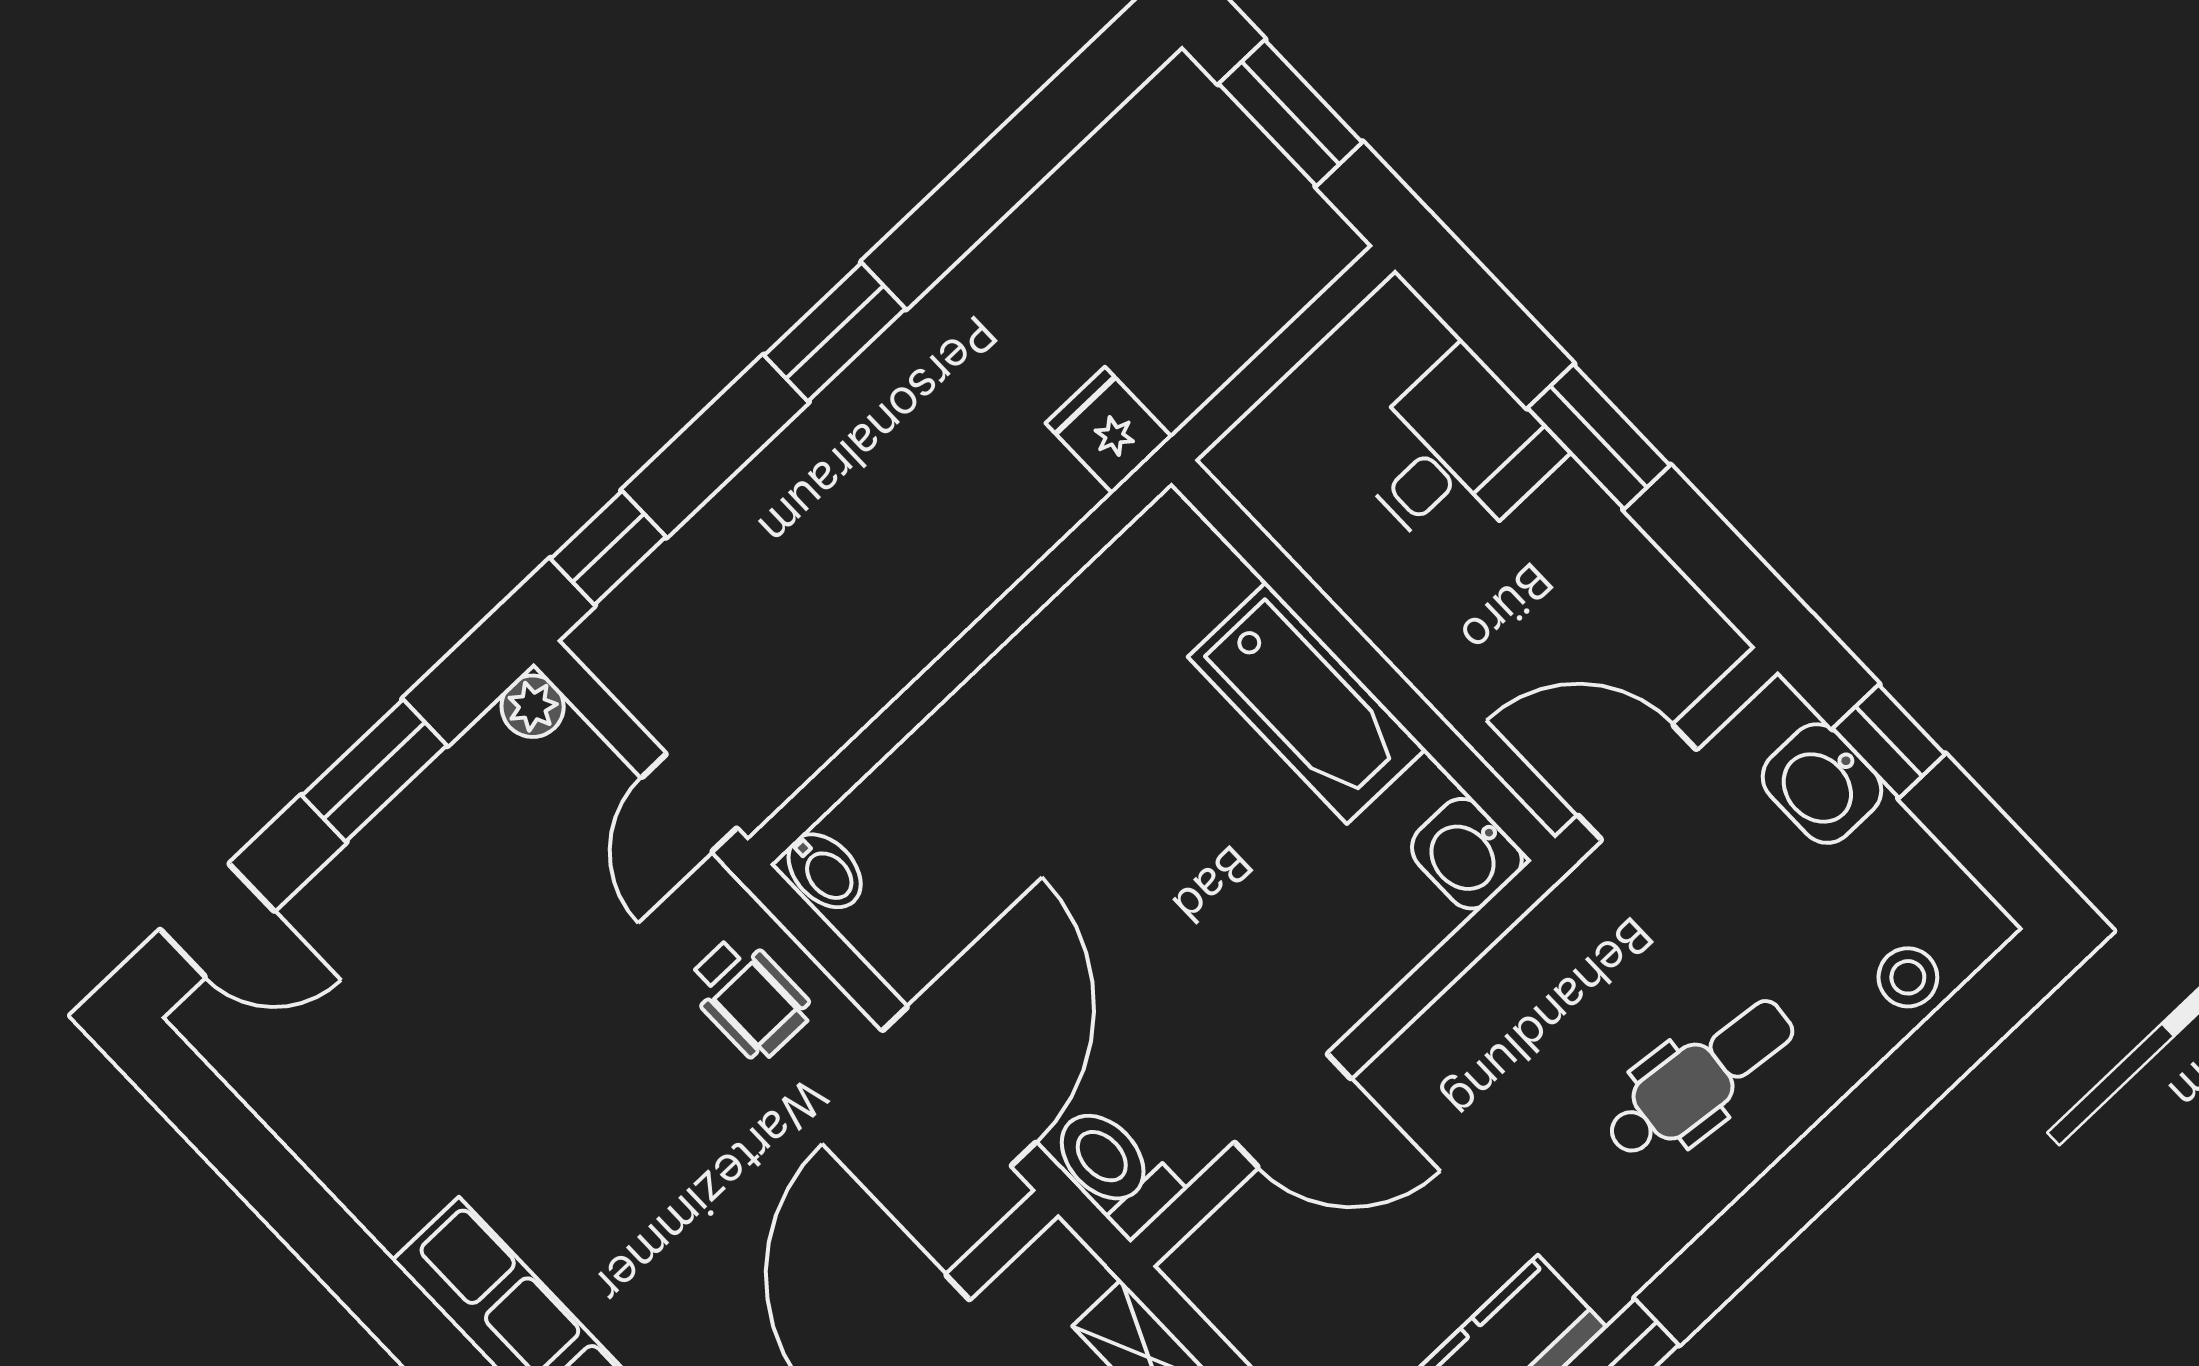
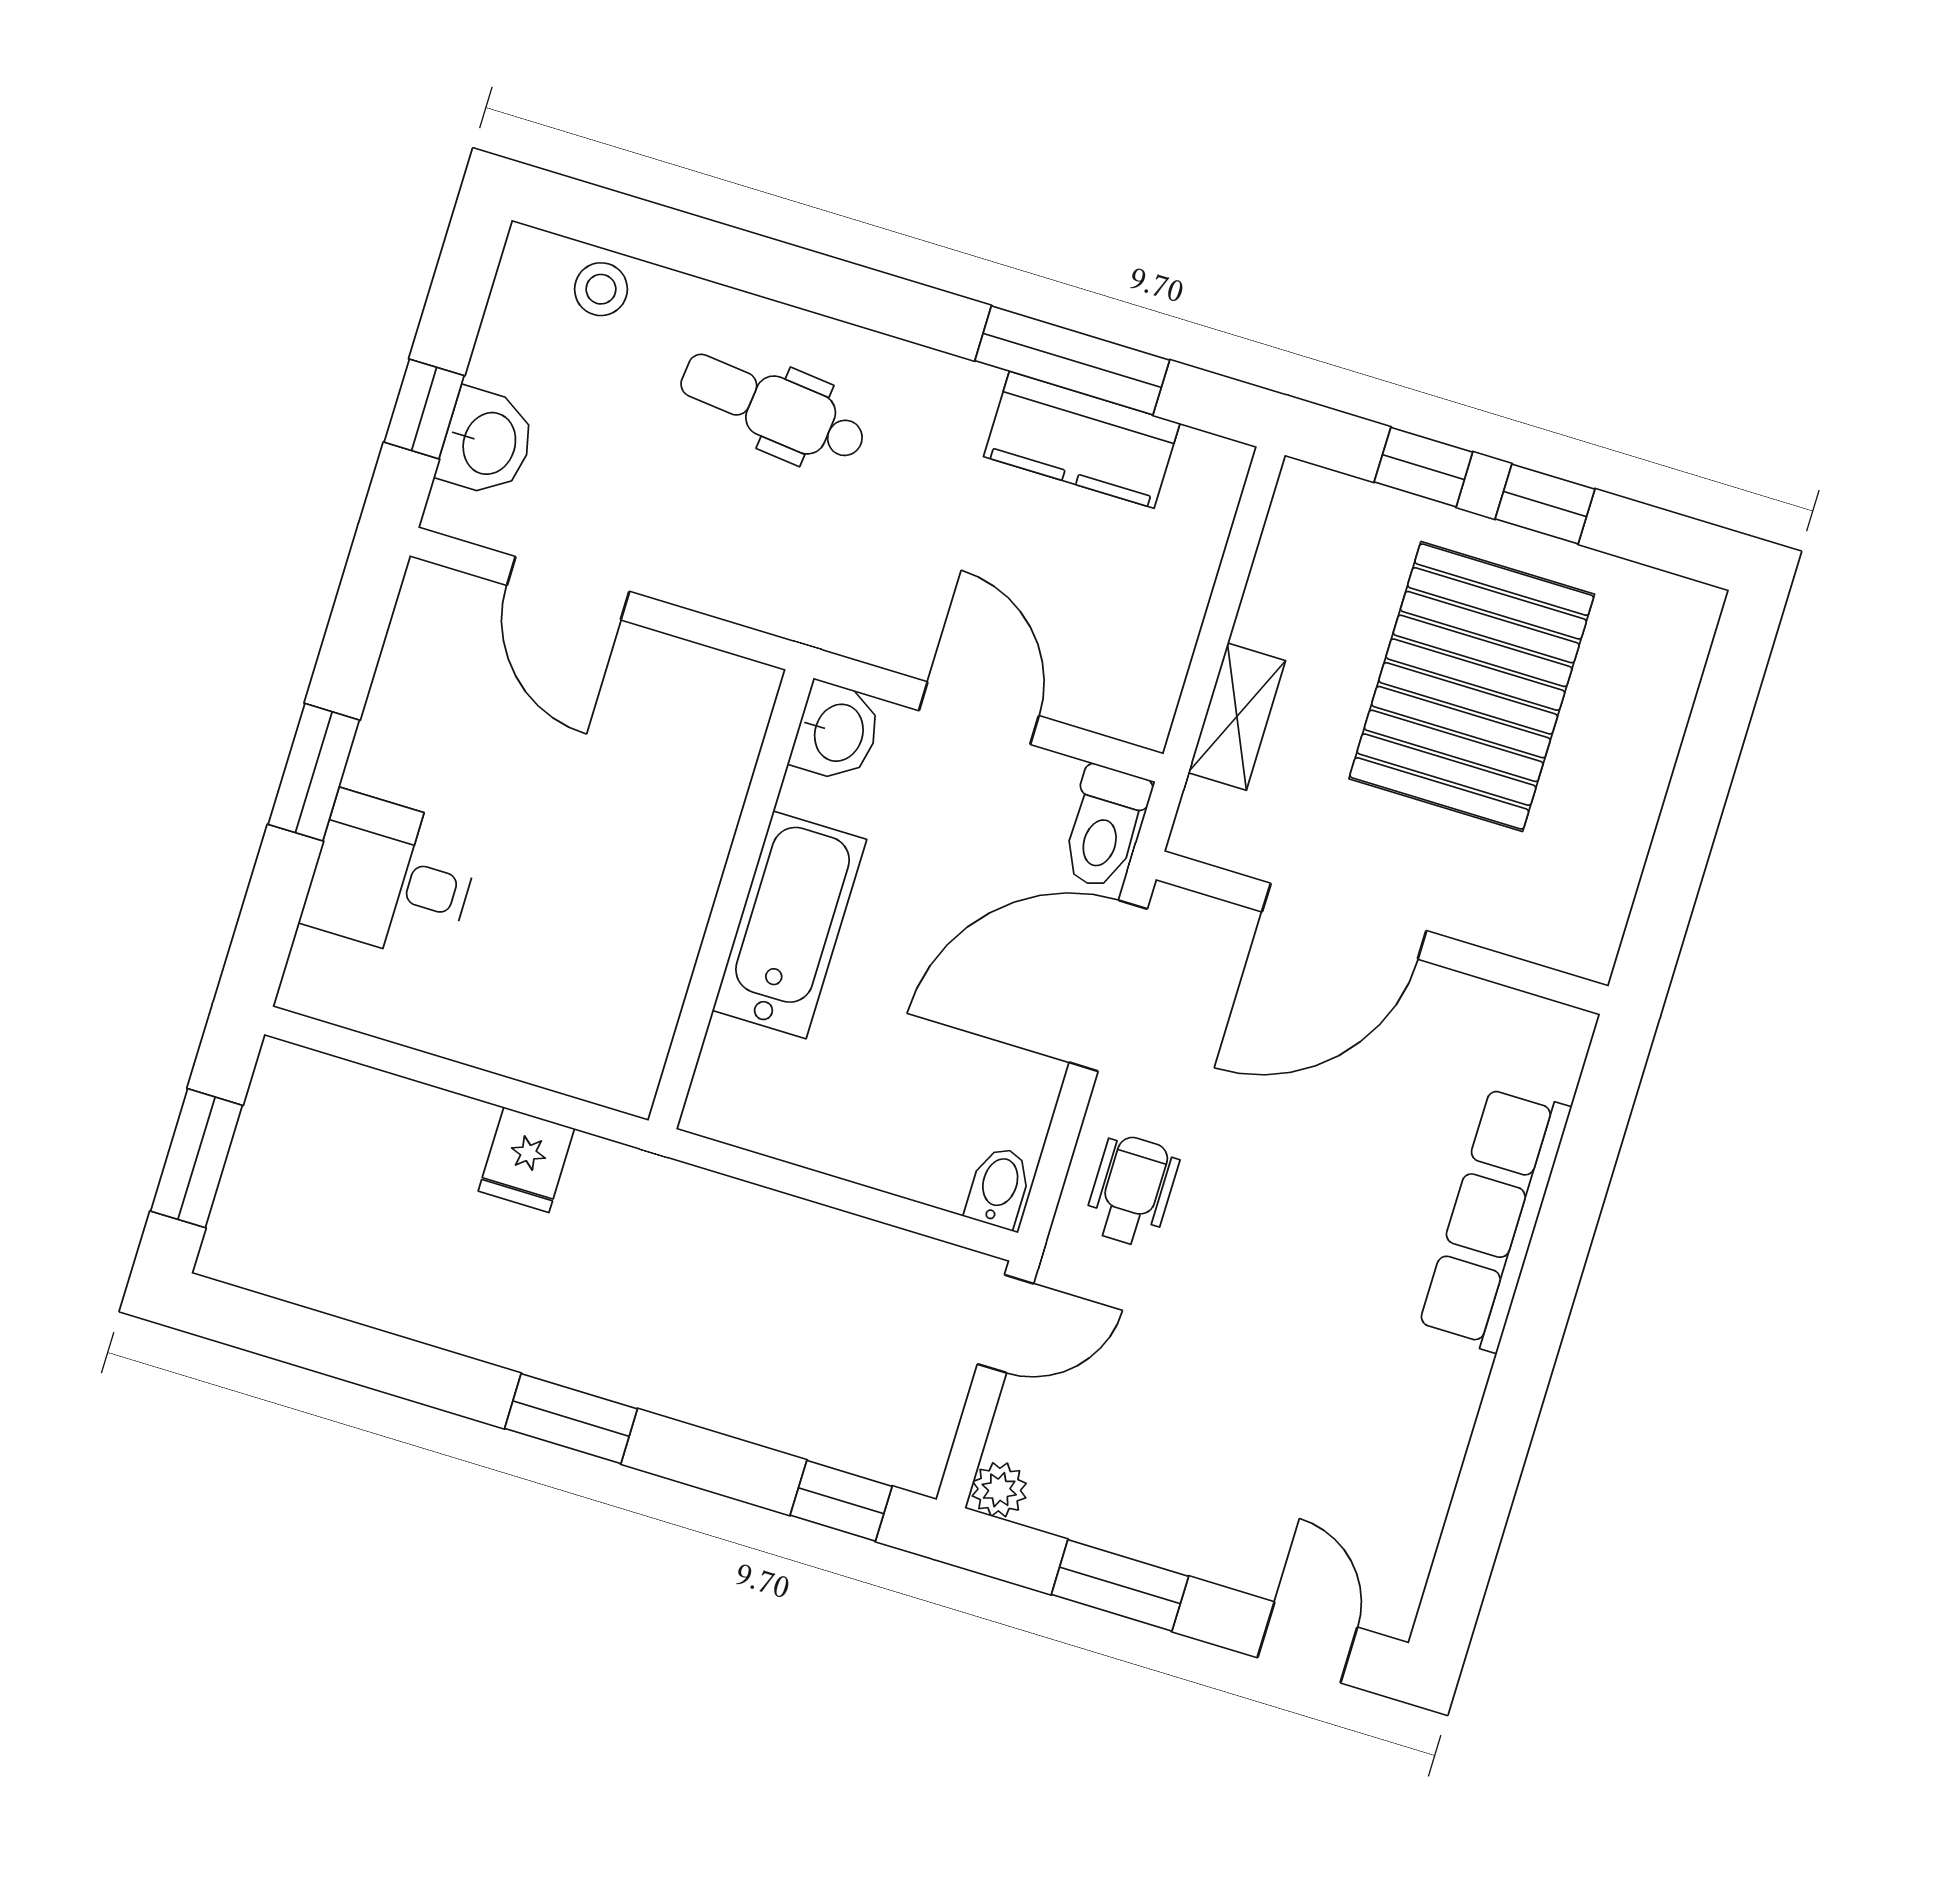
wall: (1363, 660) -> (731, 899), moved
bathtub: (1307, 703) -> (790, 925), moved
washbasin: (1467, 854) -> (837, 732), moved

